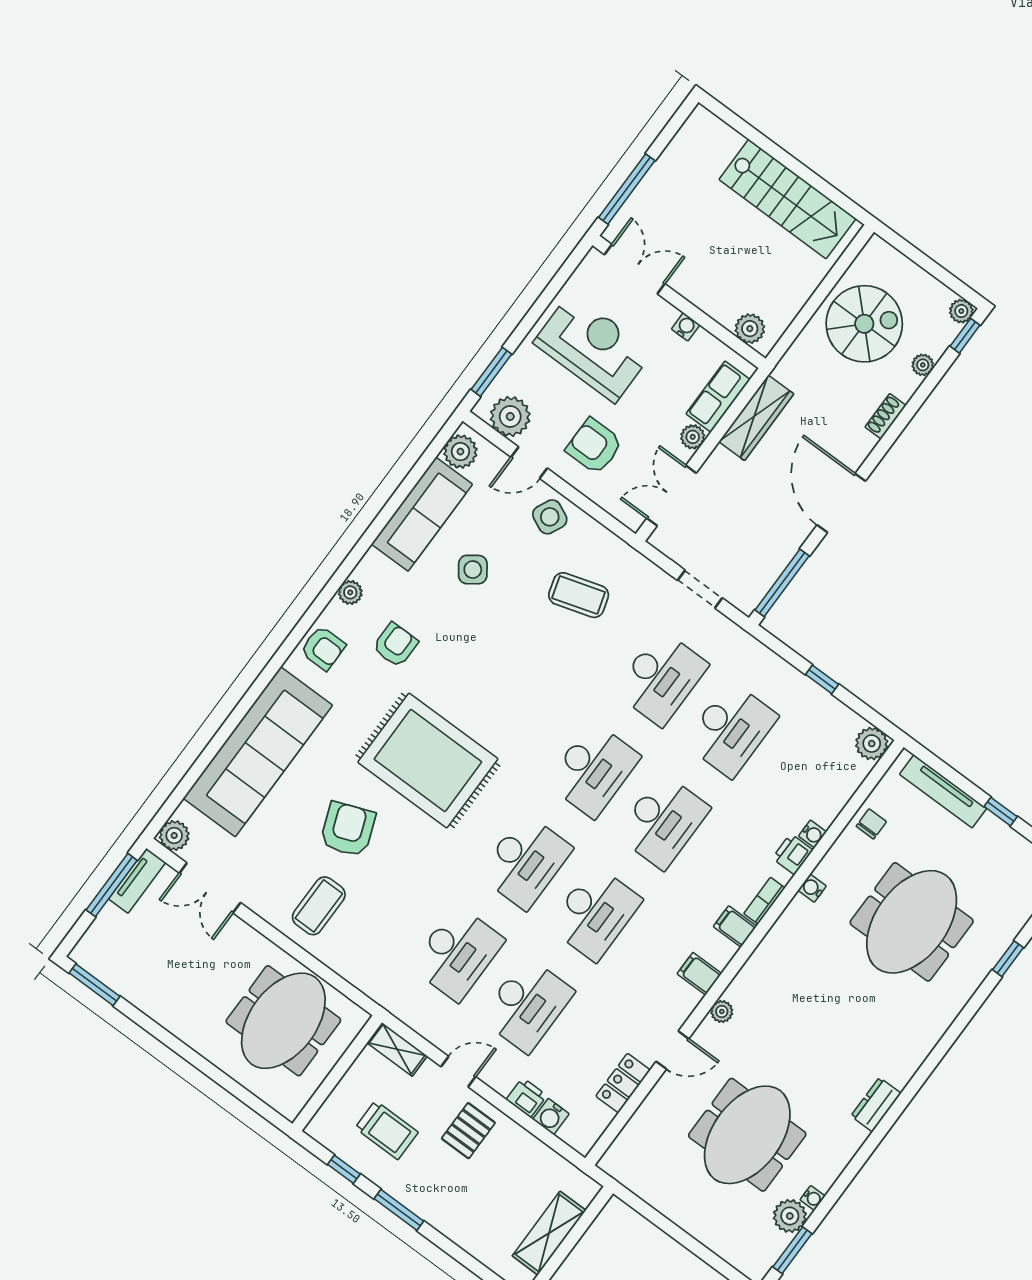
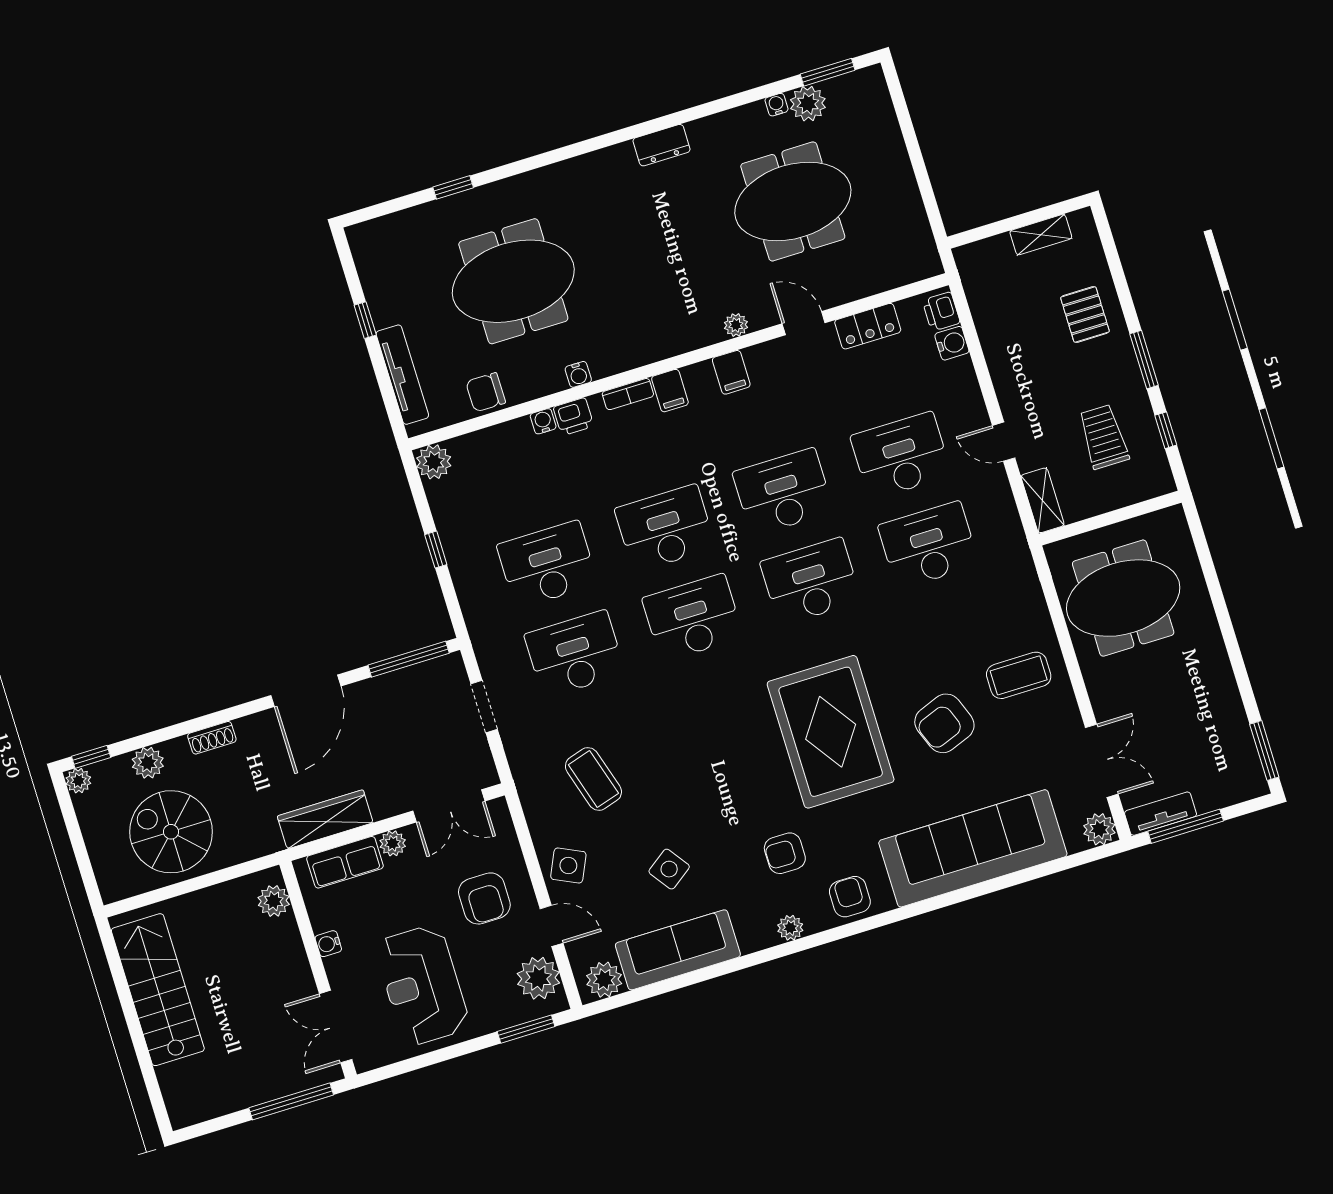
plant: (923, 365) -> (148, 763), width x1.38, depth x1.38
chair: (871, 824) -> (486, 392), width x1.37, depth x1.37
printer: (527, 1098) -> (941, 312), moved
pallet: (468, 1131) -> (1085, 315), moved, turned 90
shelving: (549, 1233) -> (1041, 235), width x0.67, depth x0.75

